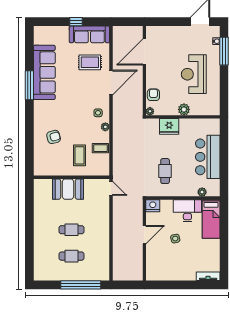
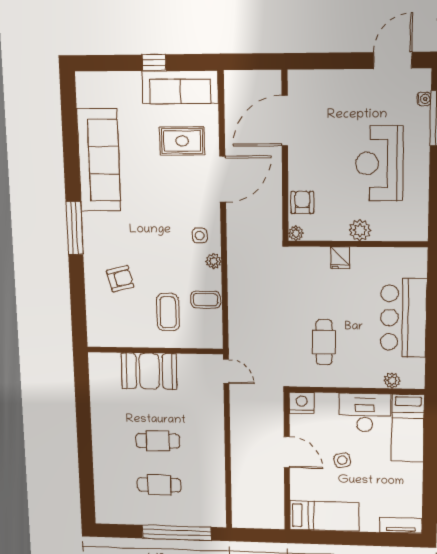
window: (29, 85) -> (75, 228), moved
fridge: (169, 126) -> (340, 258), width x0.53, depth x0.75
door: (144, 235) -> (287, 452), hinge flipped
bed: (165, 272) -> (324, 516), added

